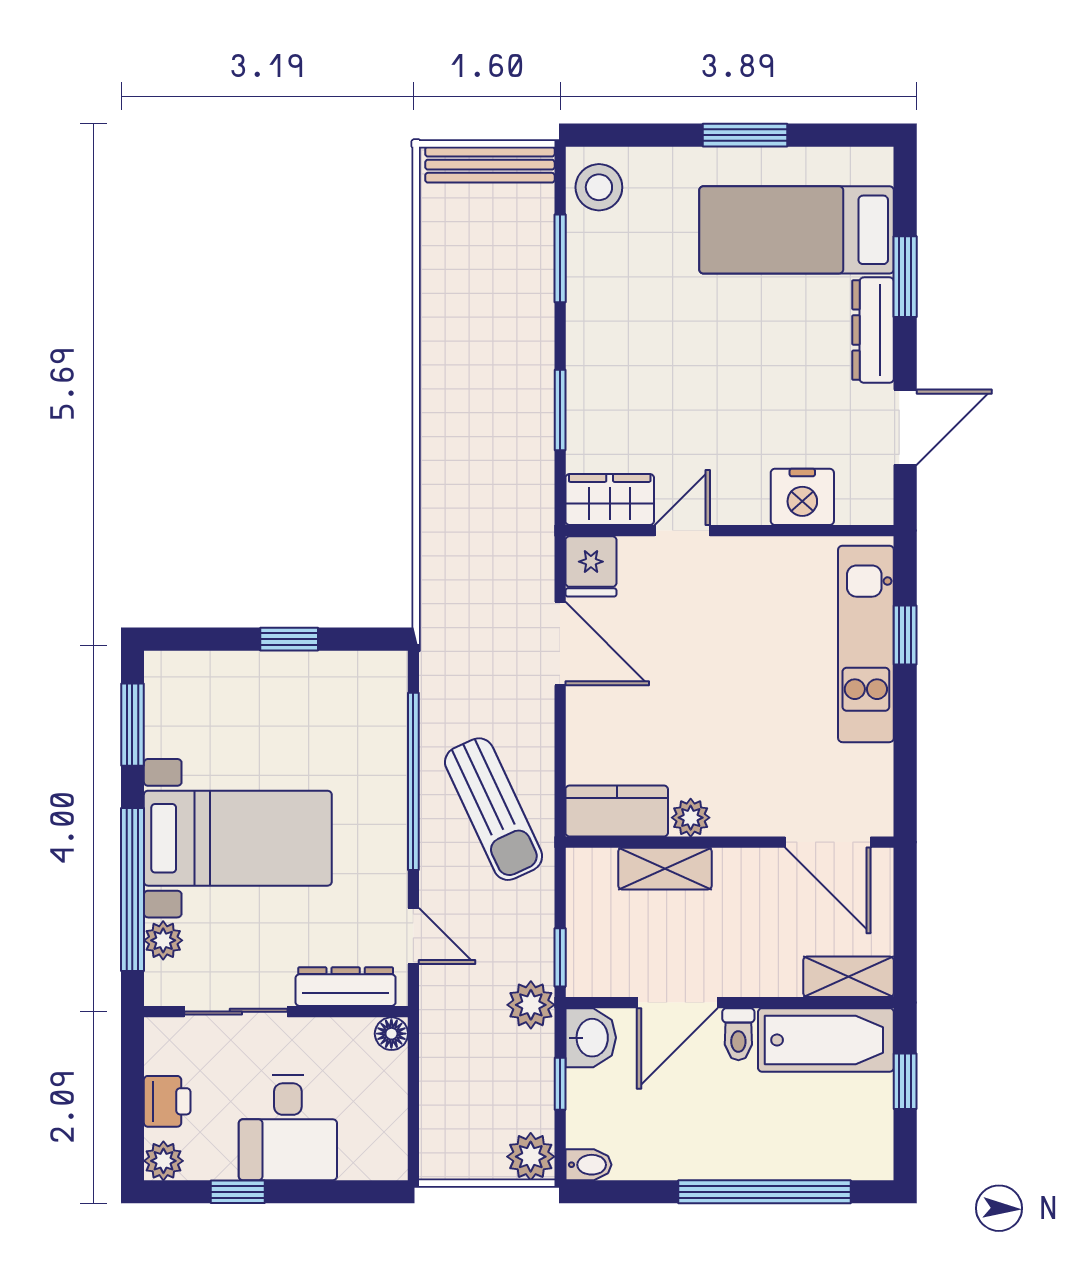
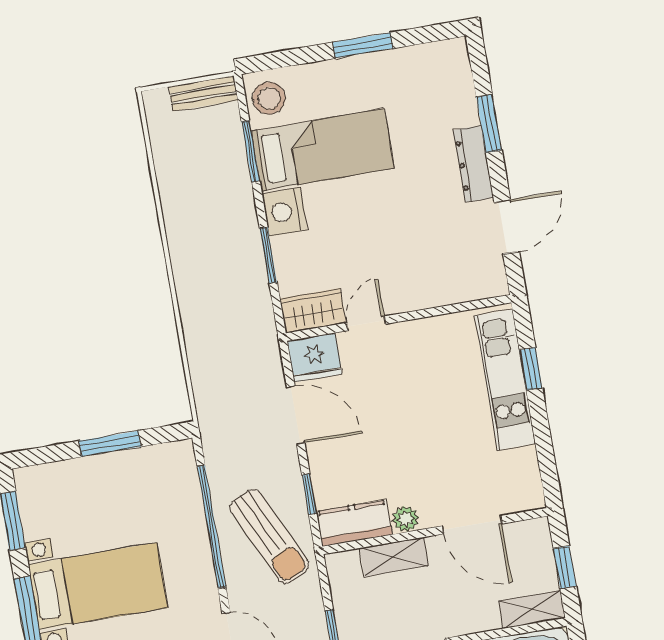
bench: (490, 165) -> (203, 93), width x0.73
bed: (797, 230) -> (323, 150), moved, turned 180
nightstand: (802, 497) -> (285, 212), moved, turned 90
fridge: (591, 566) -> (315, 357), width x1.38
window: (289, 639) -> (110, 444), width x1.50
window: (560, 759) -> (309, 494), added
door: (828, 842) -> (472, 525), moved
window: (905, 925) -> (565, 567), added

